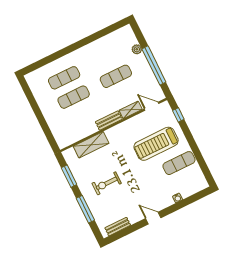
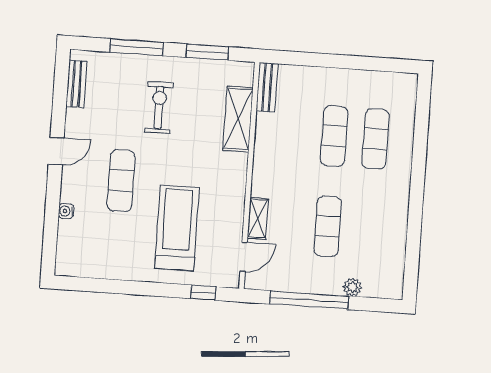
bench: (109, 121) -> (267, 87), moved
exercise mat: (179, 163) -> (121, 181), moved

